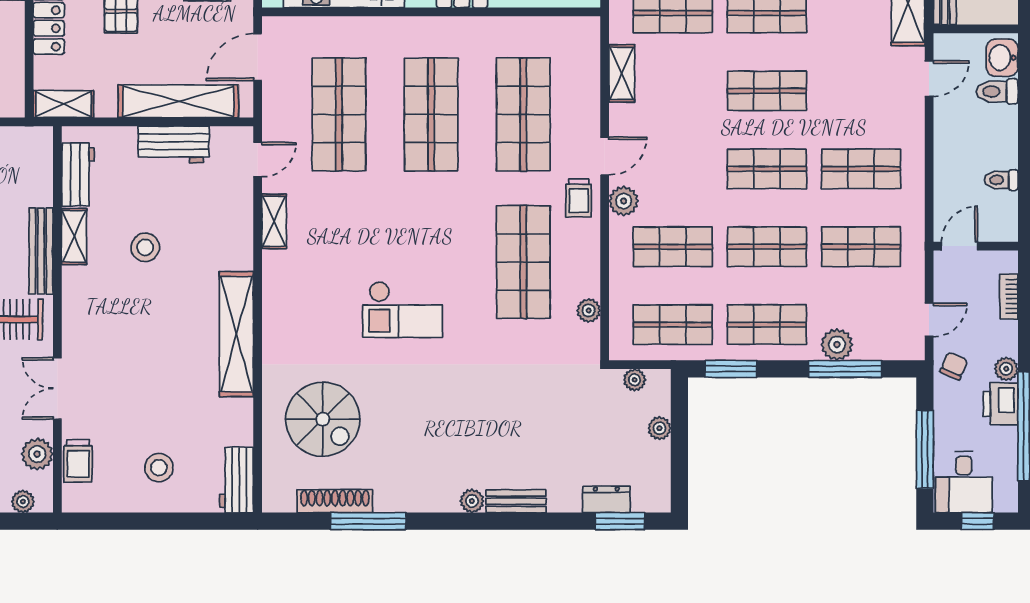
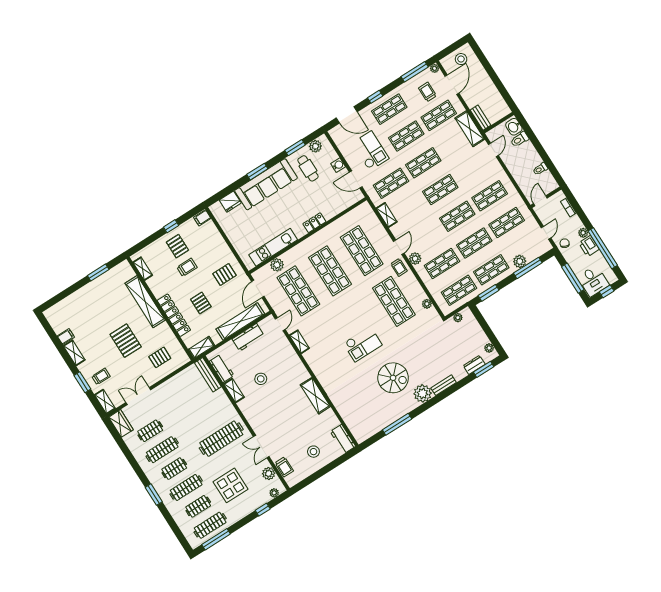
plant: (329, 32) -> (277, 265), added
bench: (41, 251) -> (208, 375), moved
shelving: (236, 334) -> (315, 396), width x0.68
spiral stairs: (323, 419) -> (393, 378), moved
plant: (659, 428) -> (489, 348), moved
shoe rack: (335, 501) -> (381, 425), removed
plant: (472, 501) -> (423, 393), width x1.87, depth x1.87

